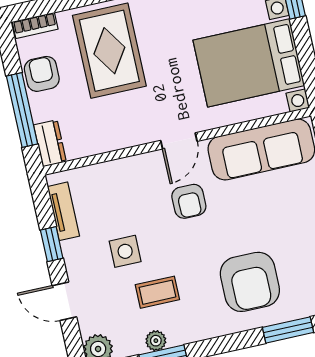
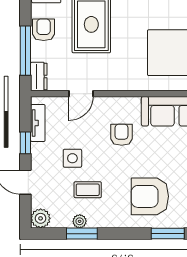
door: (179, 141) -> (81, 94), moved
armchair: (189, 201) -> (122, 135), turned 180
armchair: (250, 282) -> (150, 196), turned 90

